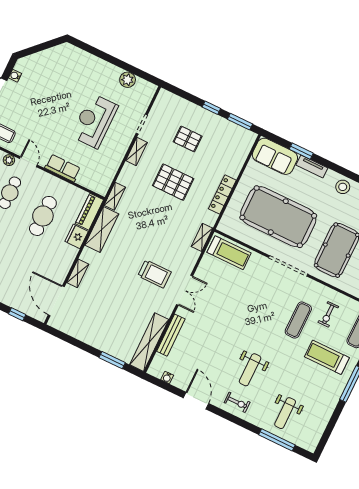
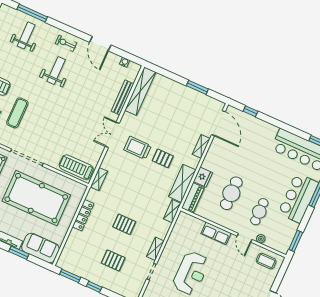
pallet: (173, 182) -> (124, 224), width x0.67, depth x0.71
pallet: (124, 260) -> (163, 158), added
window: (112, 360) -> (197, 87), moved

